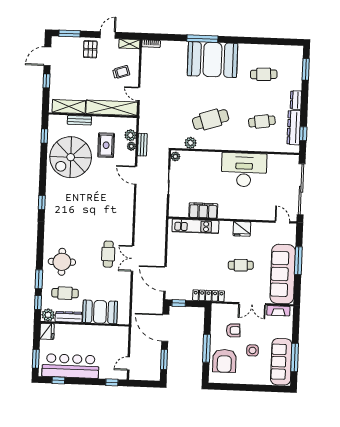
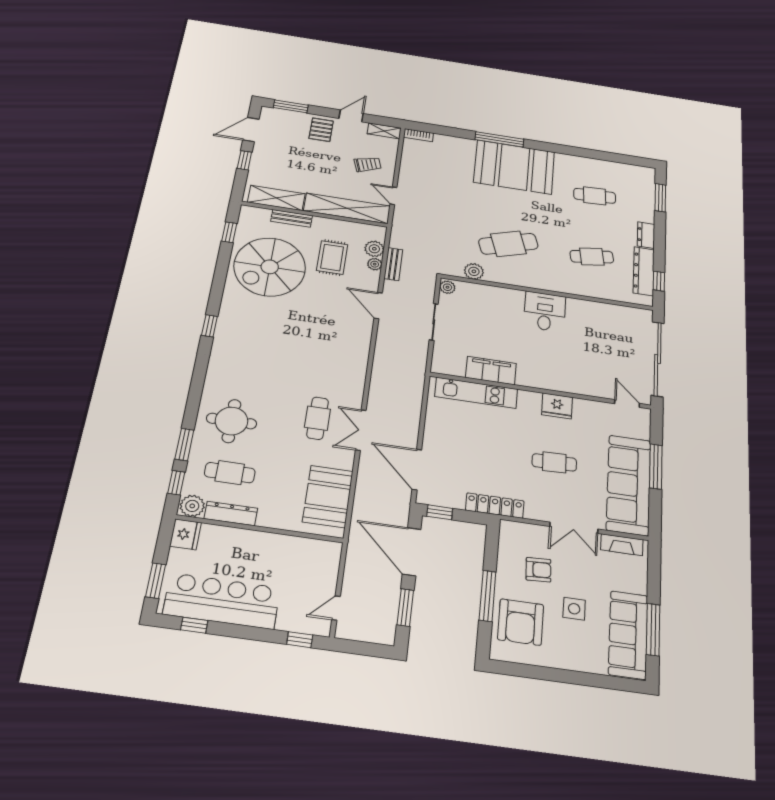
desk: (244, 170) -> (545, 312), width x0.53, depth x0.77
booth: (100, 312) -> (328, 496), moved, turned 90

